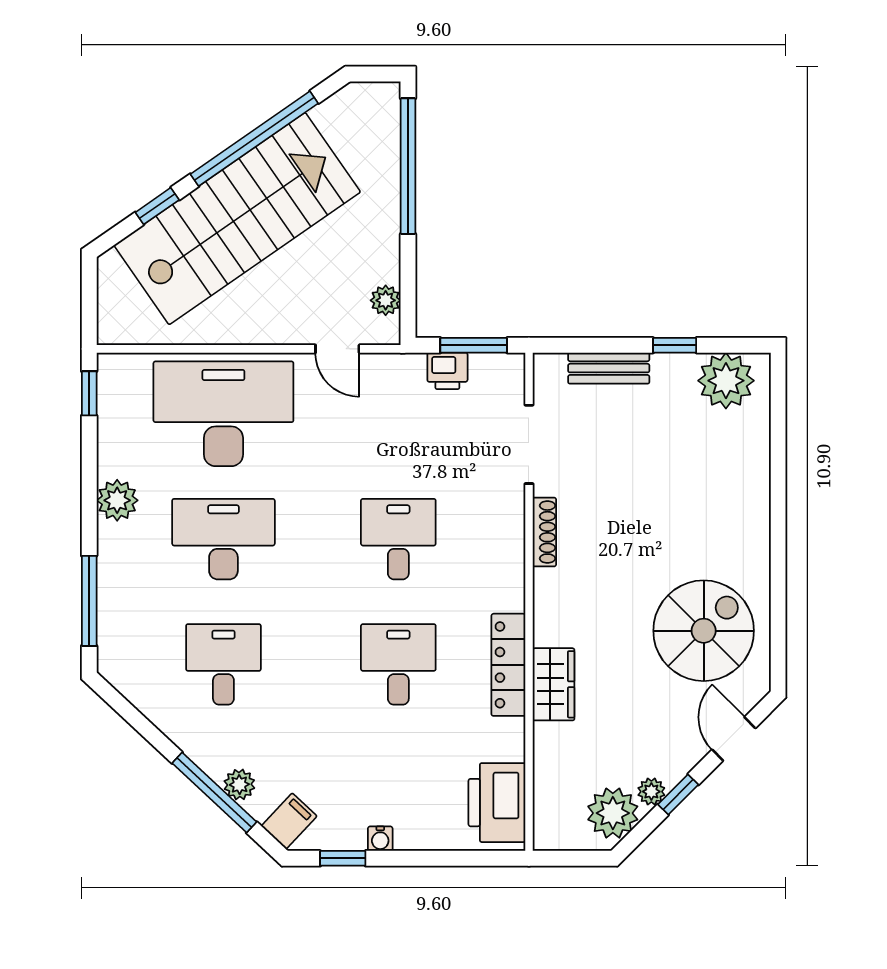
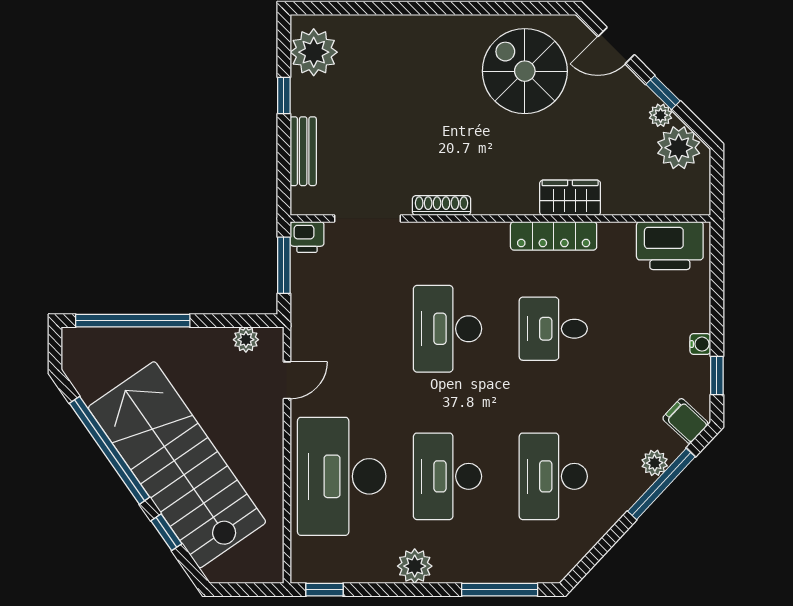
printer: (447, 371) -> (307, 237), moved, turned 90
desk: (398, 539) -> (447, 329), width x1.37
desk: (223, 664) -> (553, 476), width x1.37

